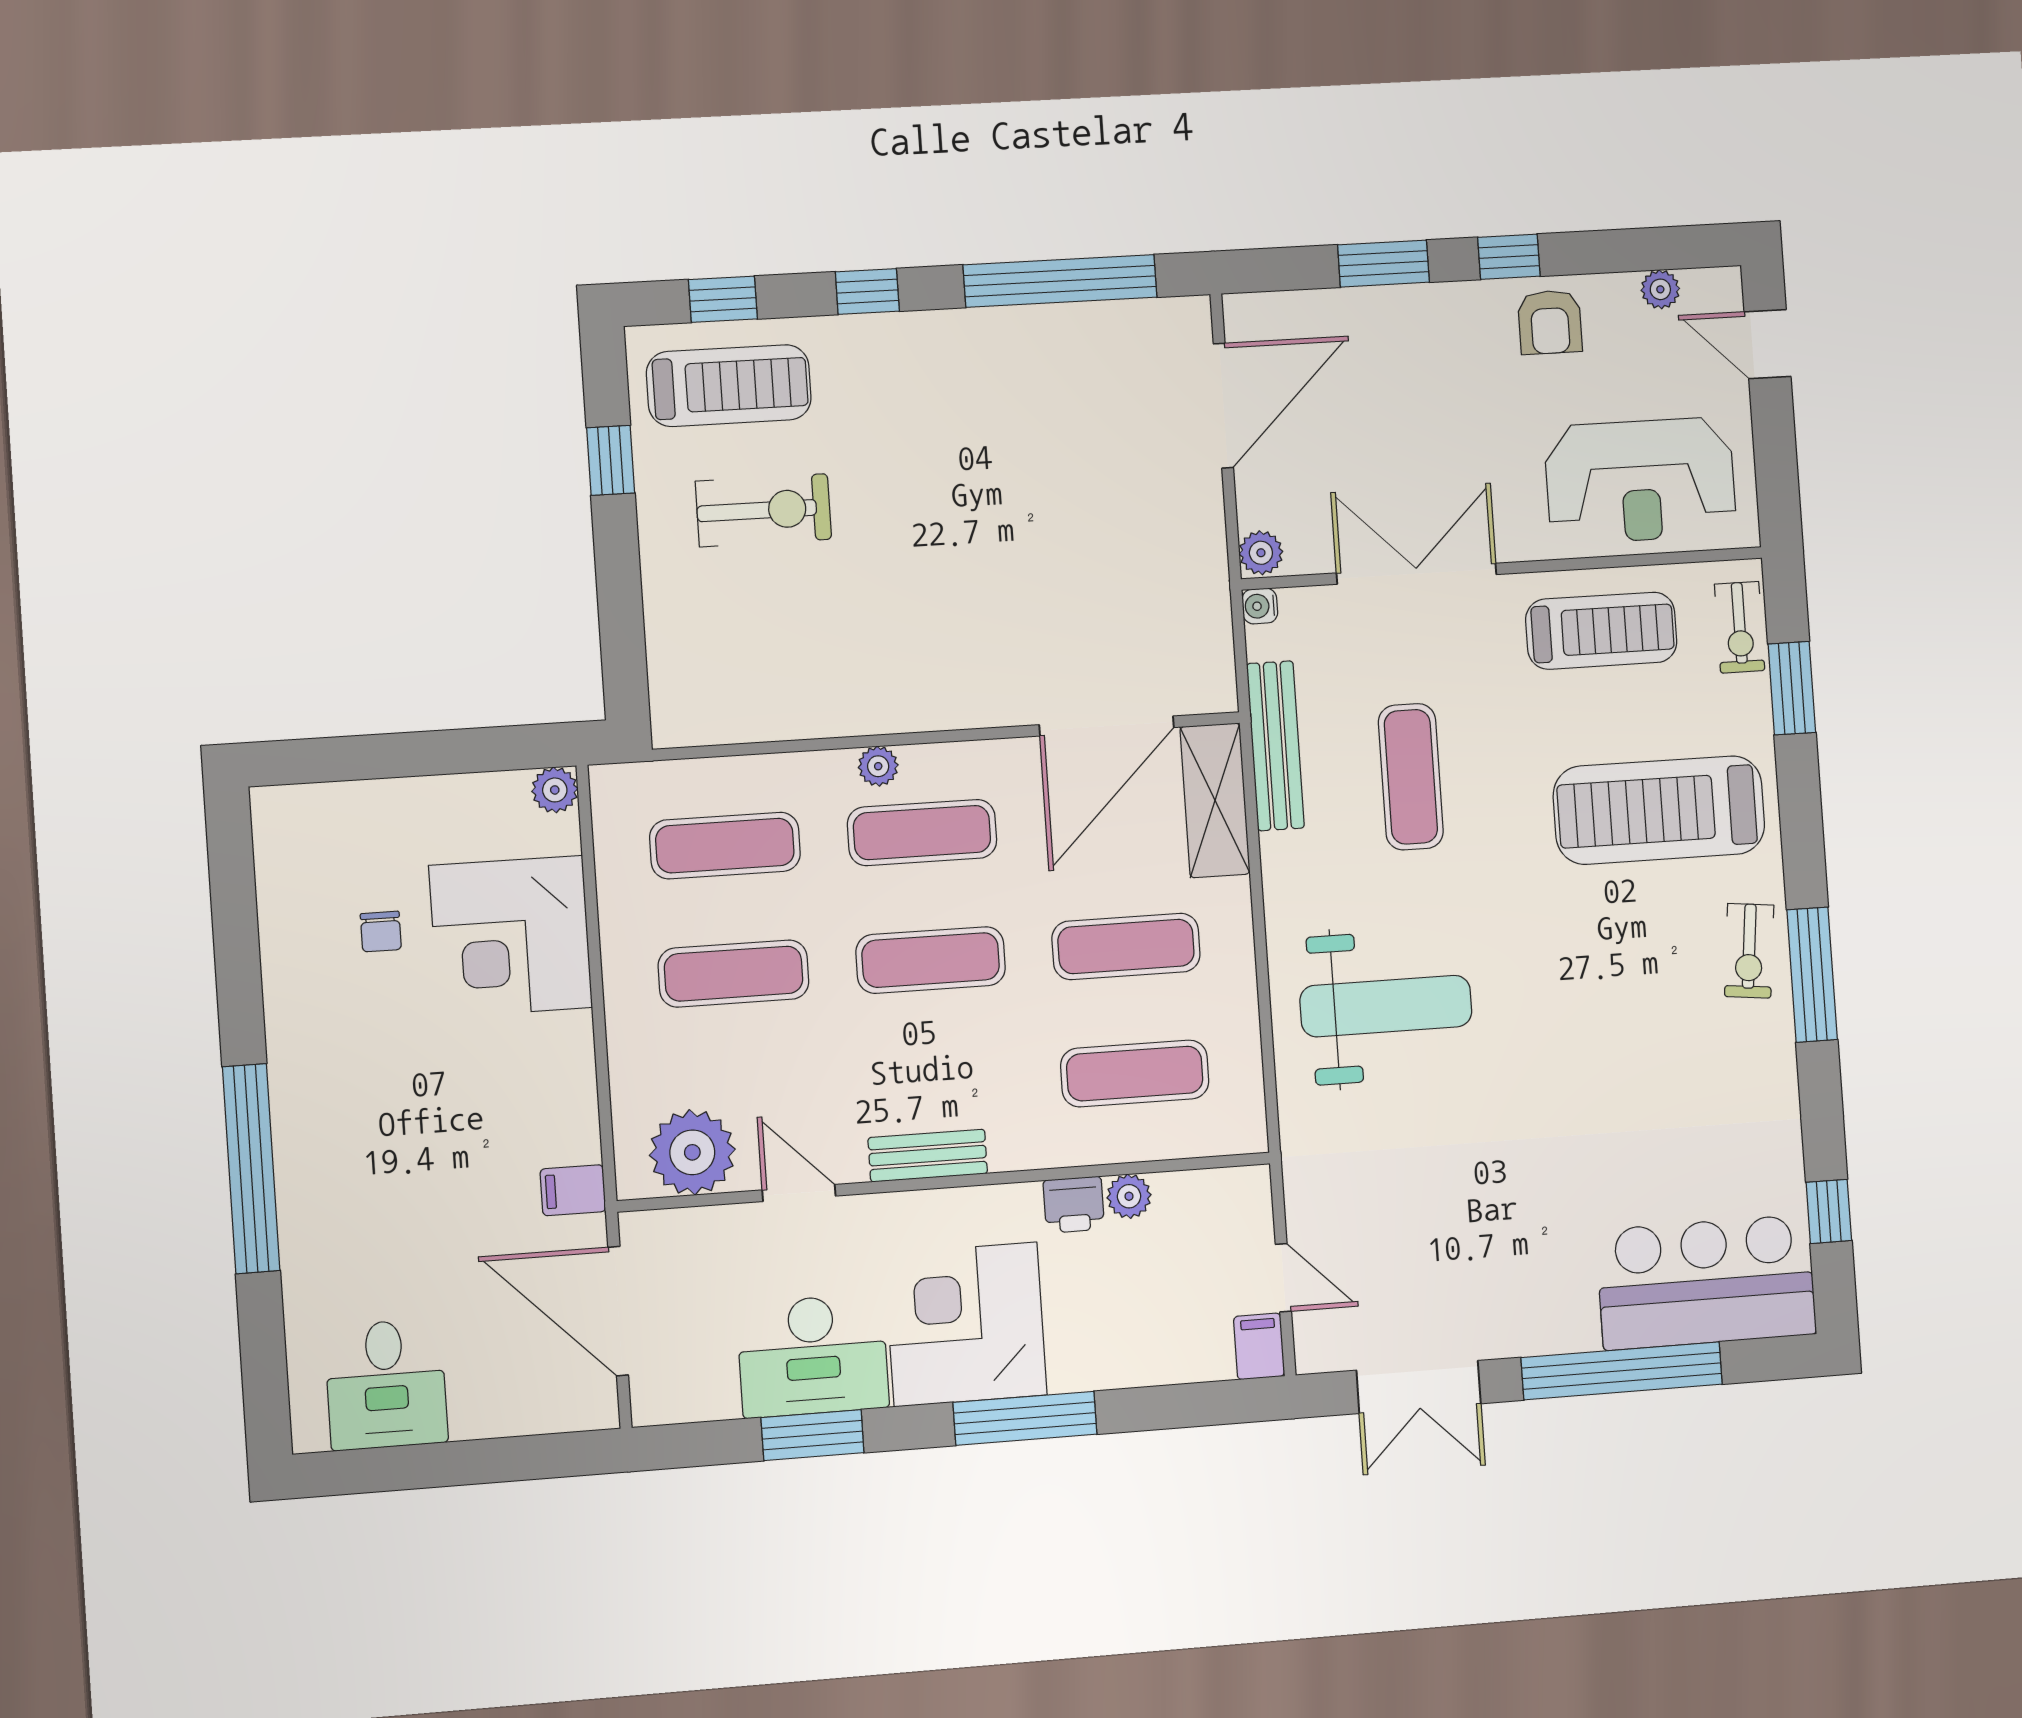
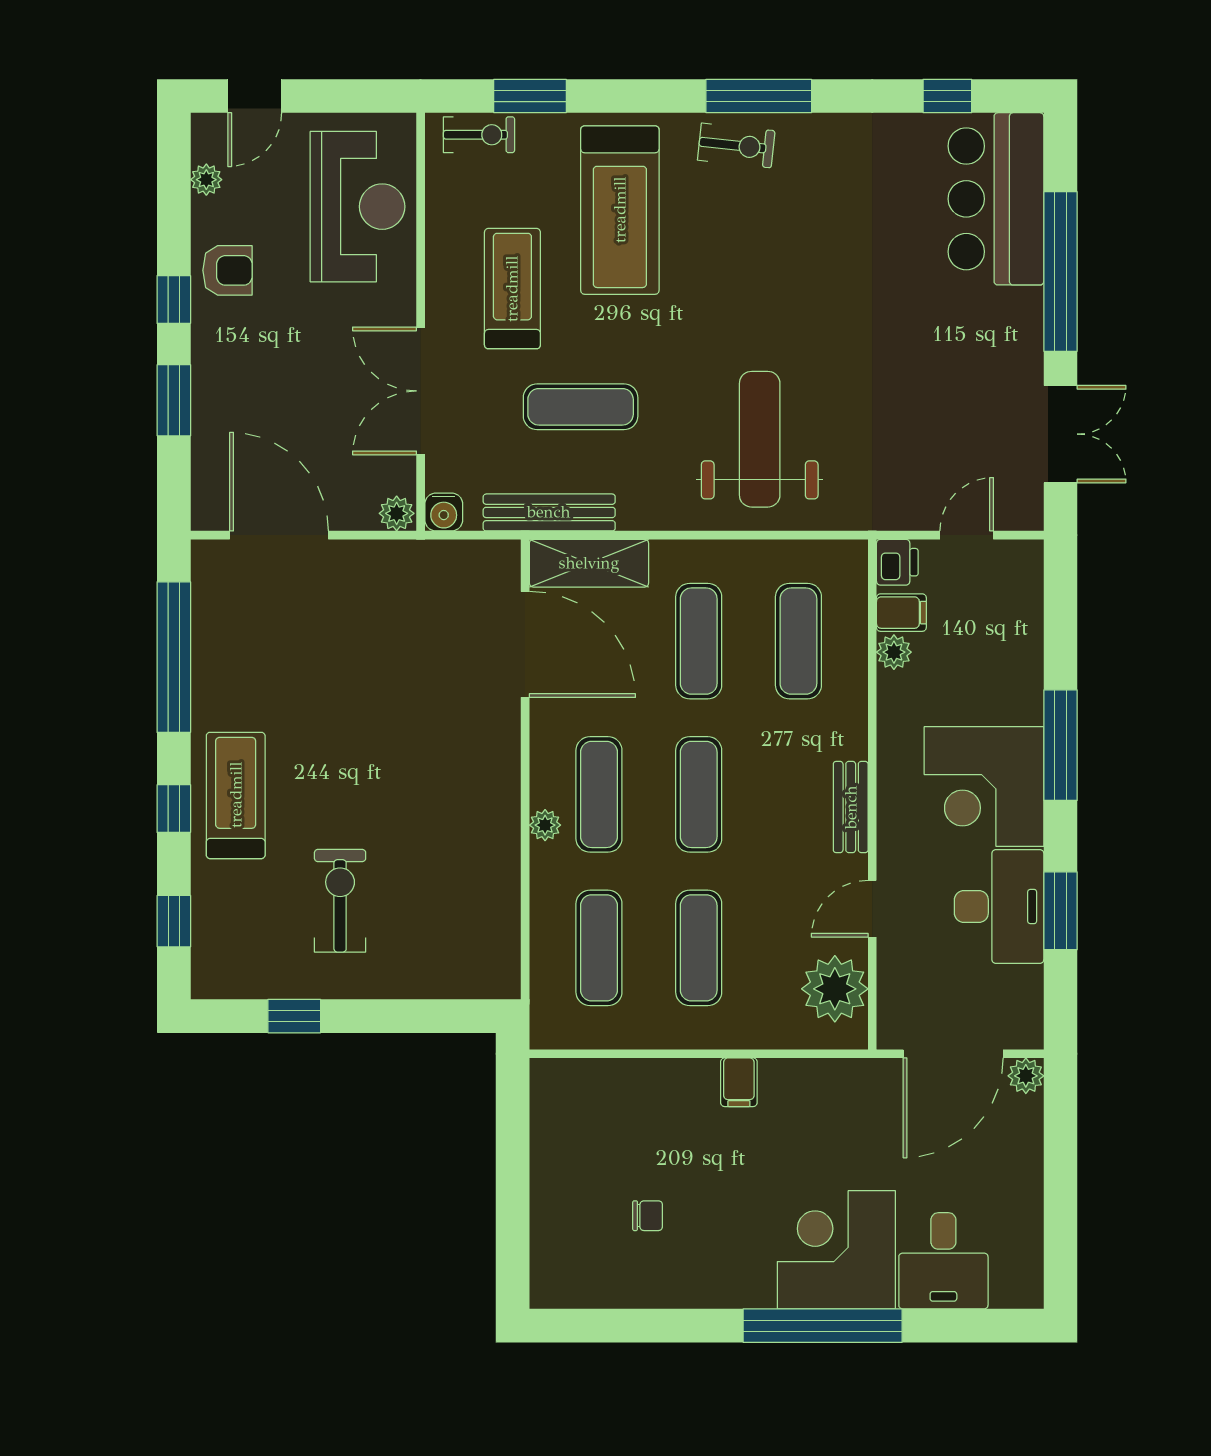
treadmill: (729, 386) -> (236, 795), moved
water cooler: (1260, 606) -> (444, 512), width x1.38, depth x1.38
treadmill: (1601, 631) -> (512, 289), moved
plant: (555, 790) -> (1026, 1076), moved
corner desk: (511, 937) -> (836, 1250), moved, turned 180
filing cabinet: (573, 1190) -> (739, 1082), moved
printer: (1074, 1205) -> (897, 562), moved
filing cabinet: (1259, 1346) -> (901, 613), moved, turned 180
desk: (386, 1384) -> (943, 1261), moved, turned 90

